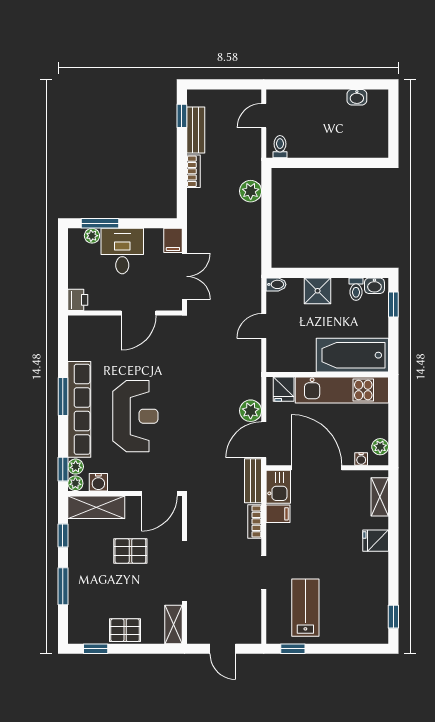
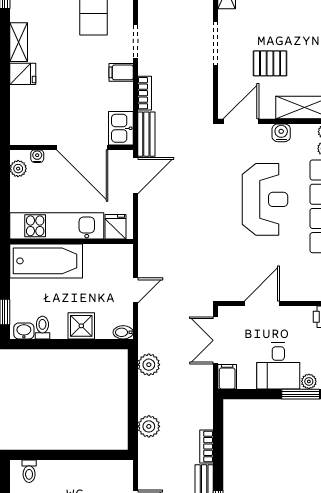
toilet: (280, 147) -> (29, 471), moved
plant: (251, 411) -> (149, 365), moved
reception desk: (135, 416) -> (265, 199), turned 180
water cooler: (98, 482) -> (281, 133), moved
shelving: (380, 497) -> (19, 42), moved
filing cabinet: (278, 514) -> (121, 72), moved
doorway: (185, 571) -> (215, 44), width x0.73

